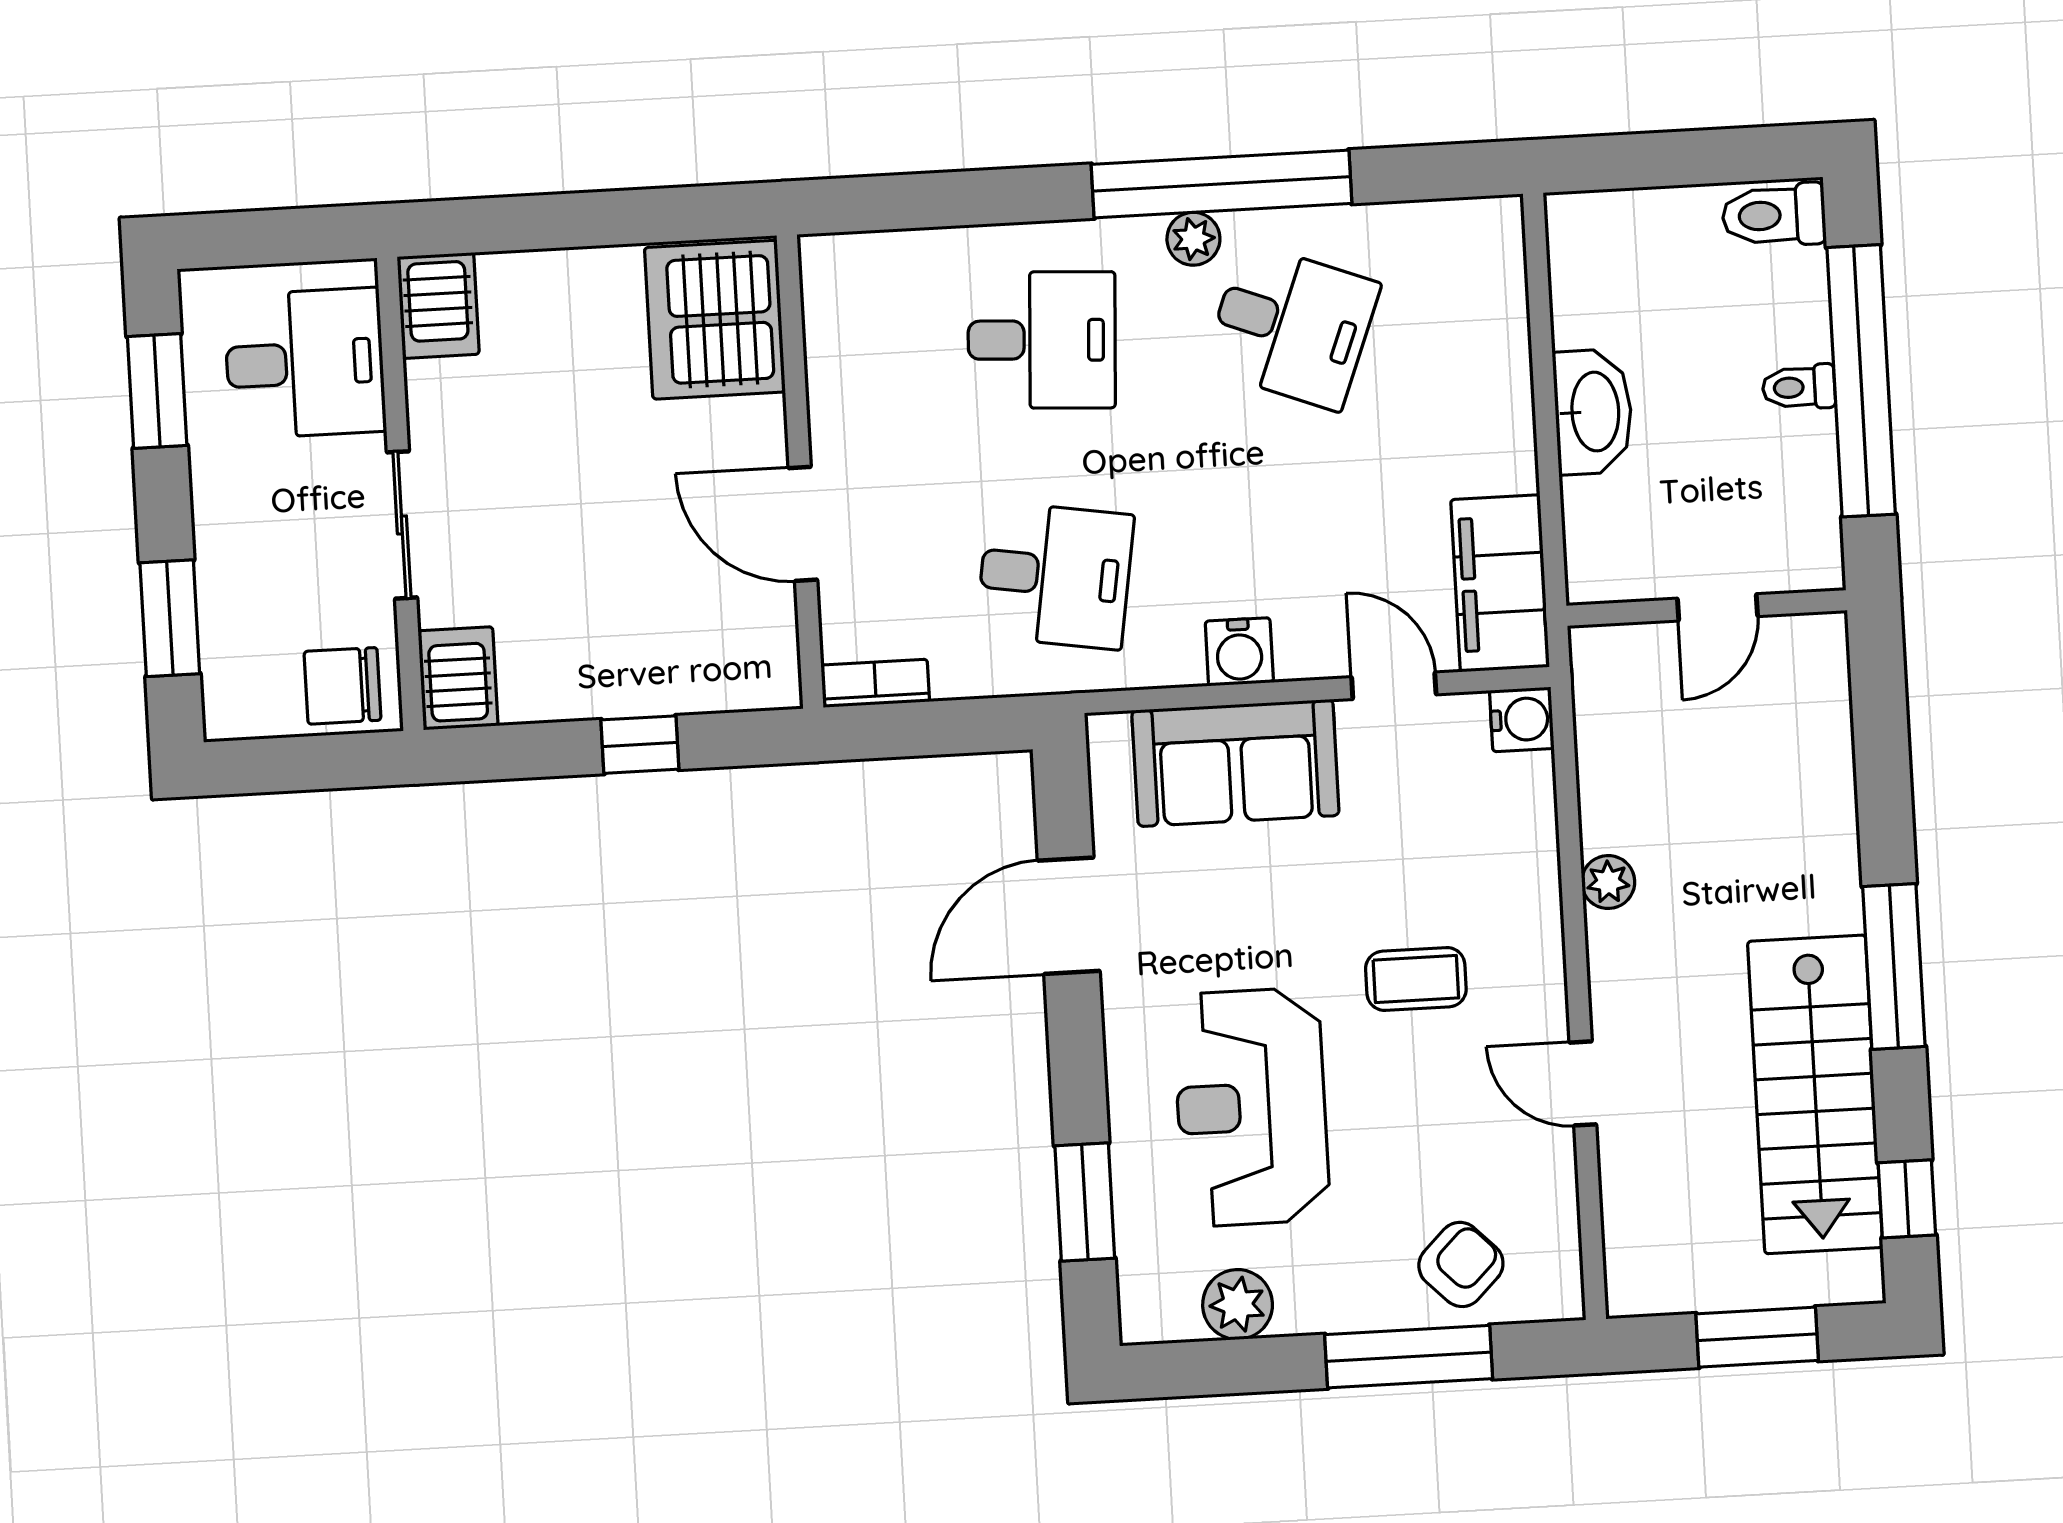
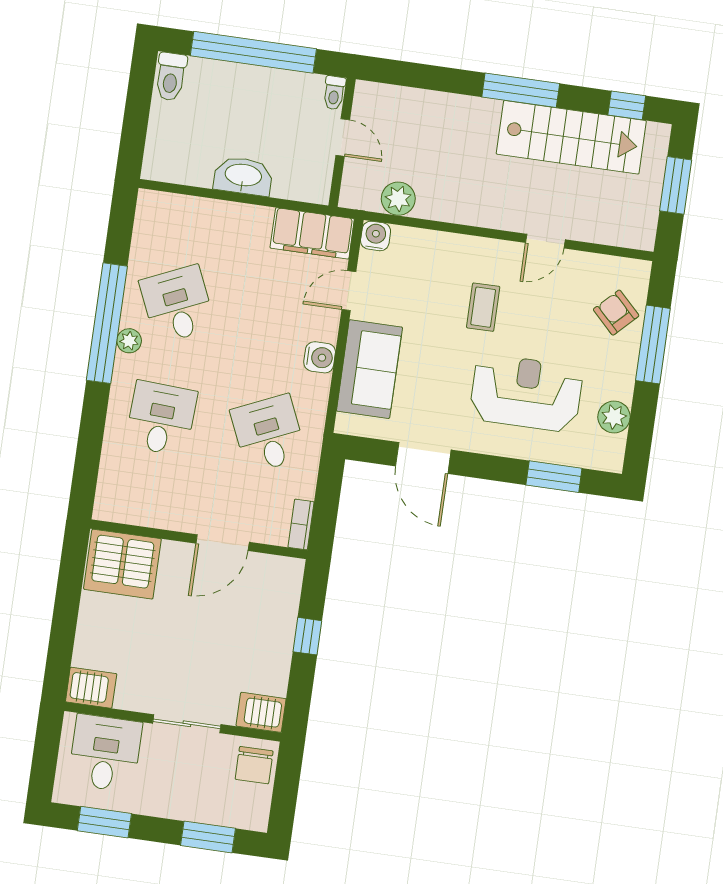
desk: (1292, 326) -> (177, 304), turned -45
toilet: (1799, 387) -> (334, 93), moved
desk: (1055, 575) -> (268, 434), turned -33
plant: (1608, 882) -> (398, 199), moved, width x1.38, depth x1.38
reception desk: (1251, 1107) -> (526, 393), turned 180

